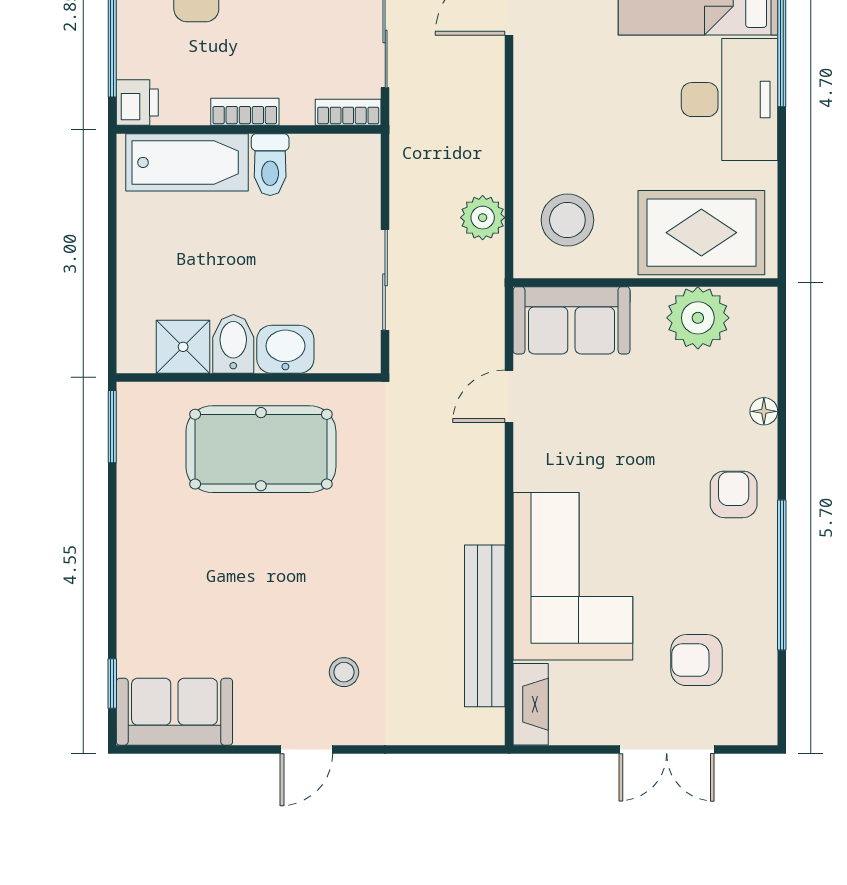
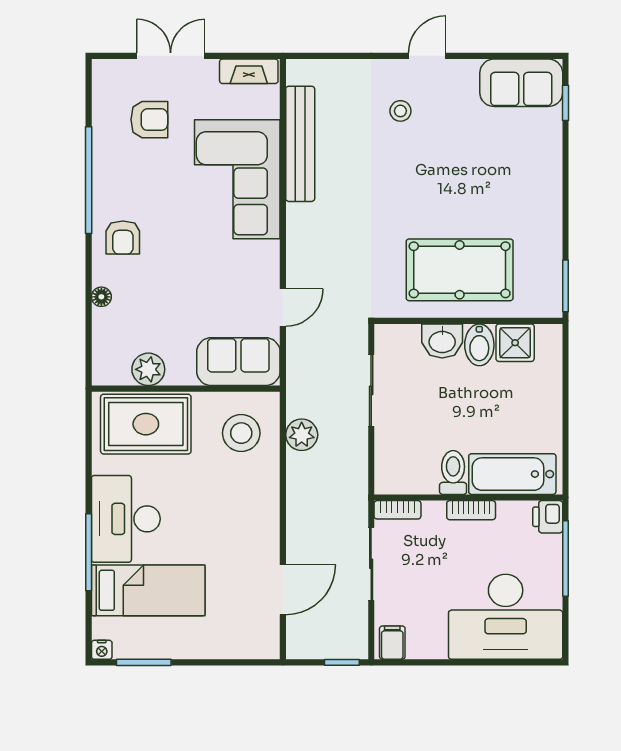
plant: (698, 318) -> (148, 369), width x0.73, depth x0.73
fireplace: (531, 704) -> (249, 71), moved, turned -90

